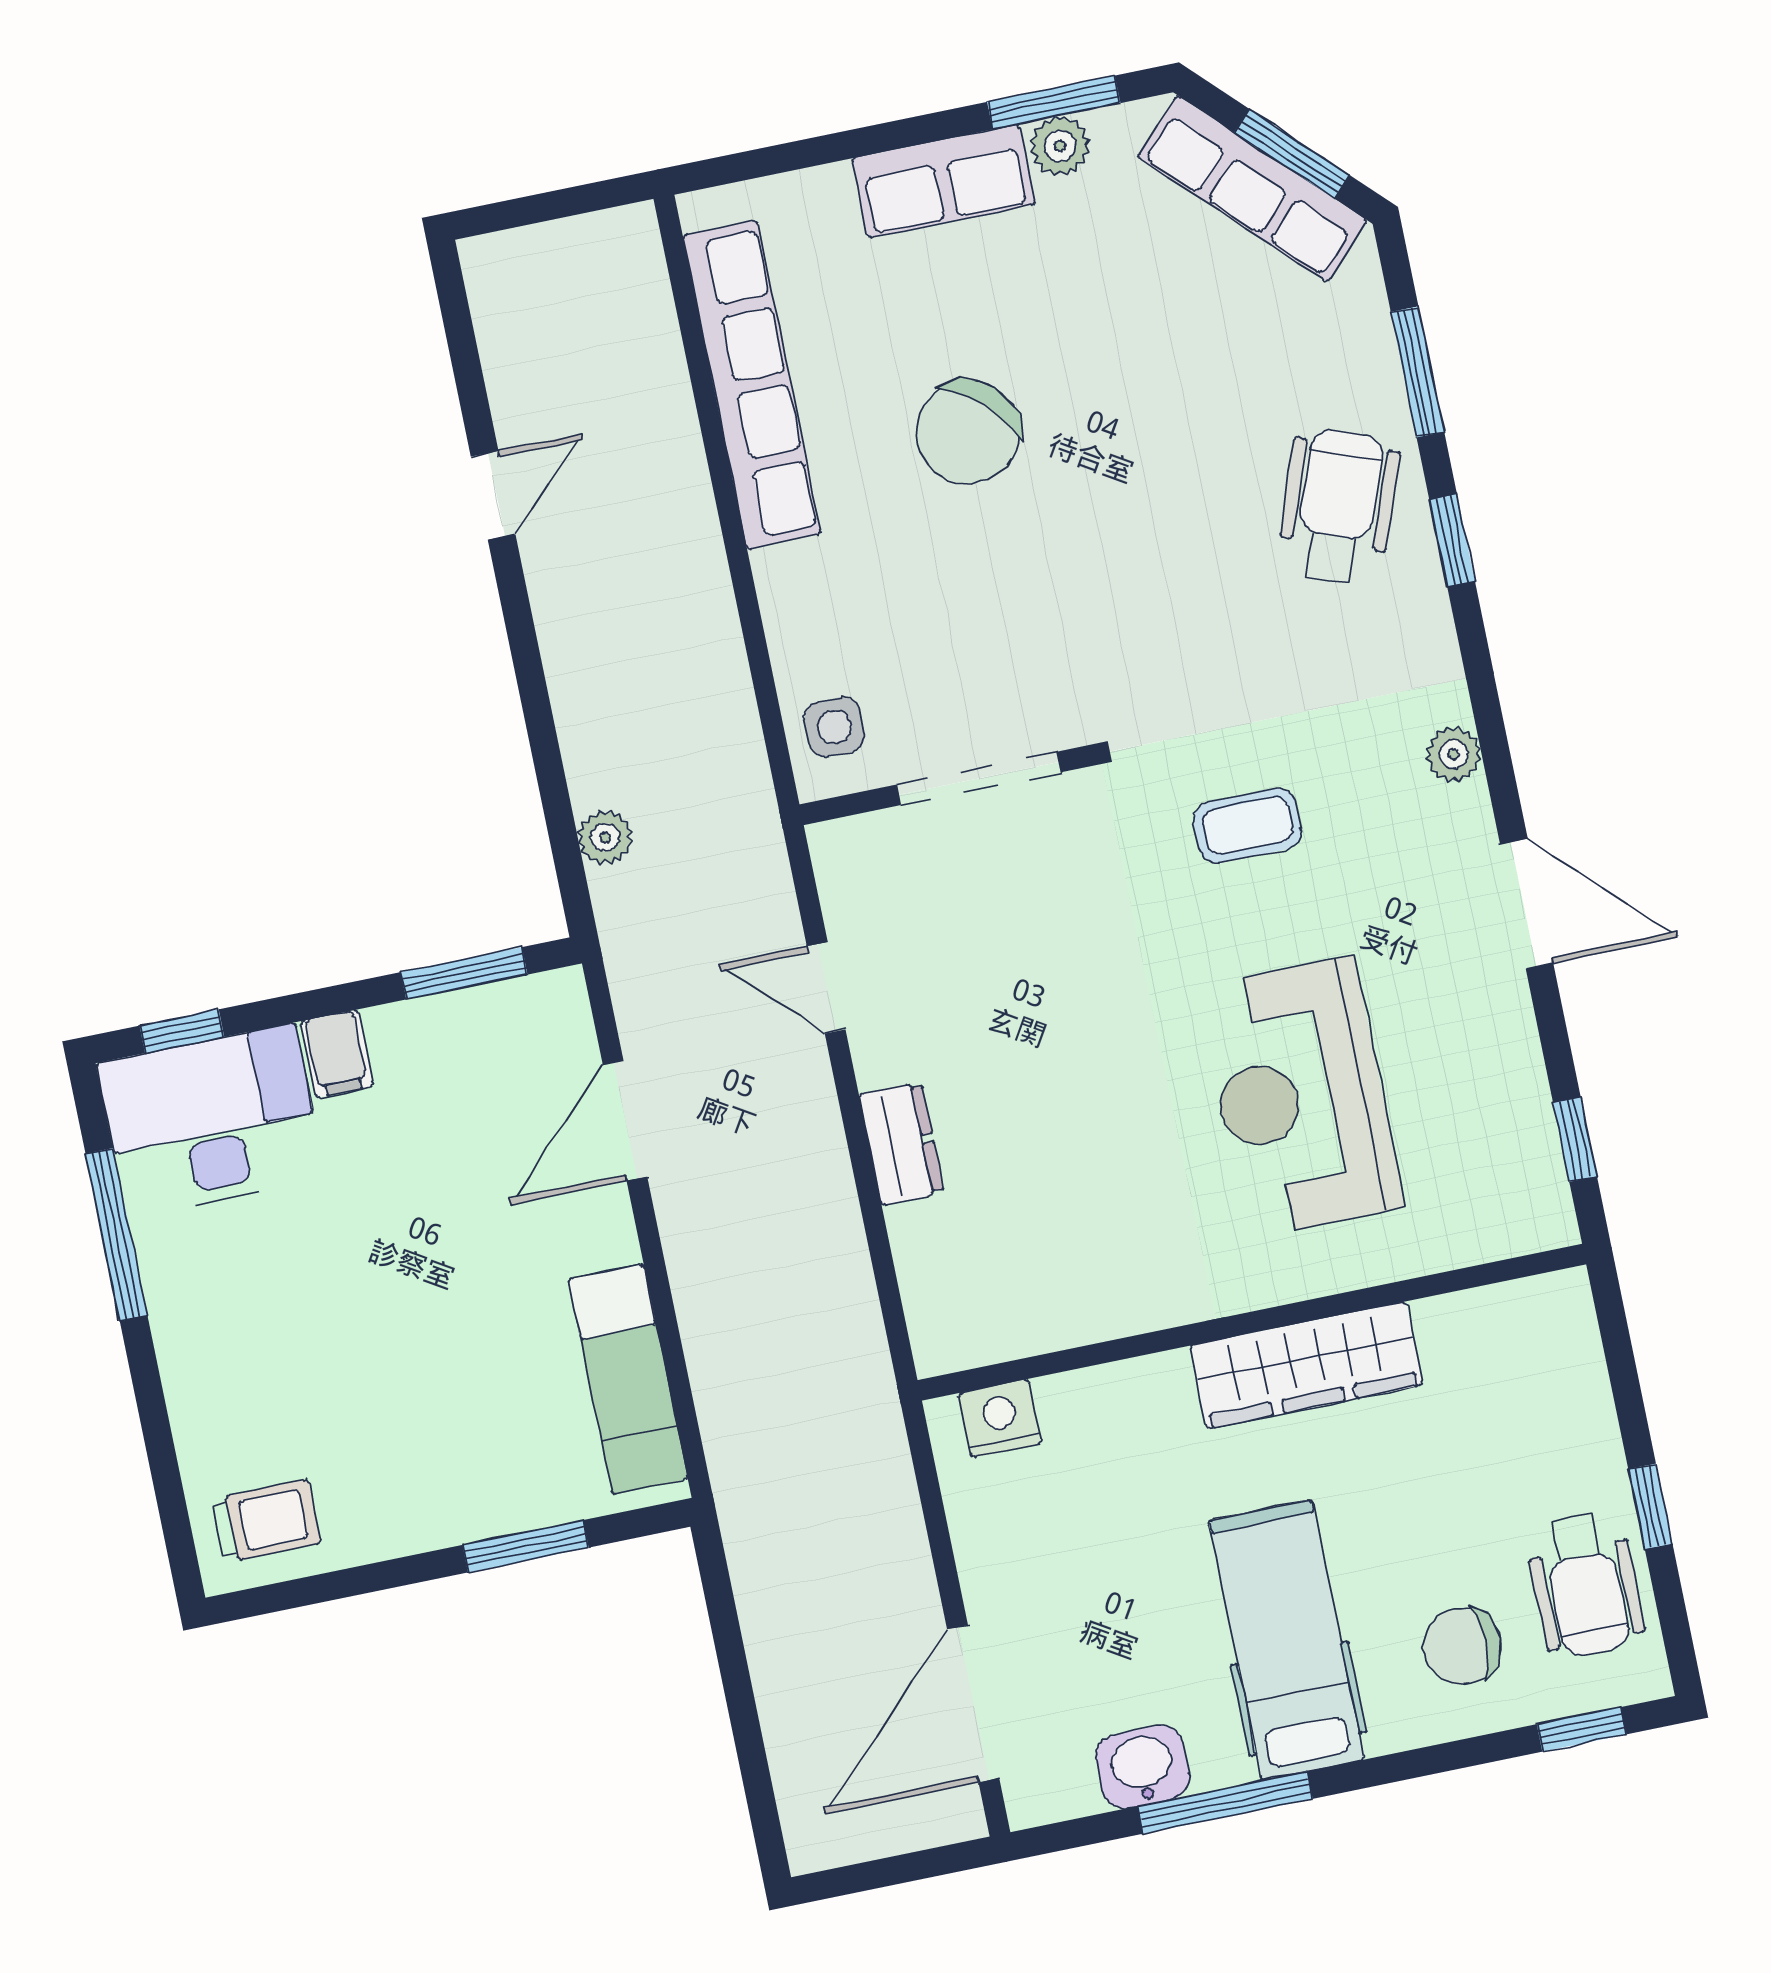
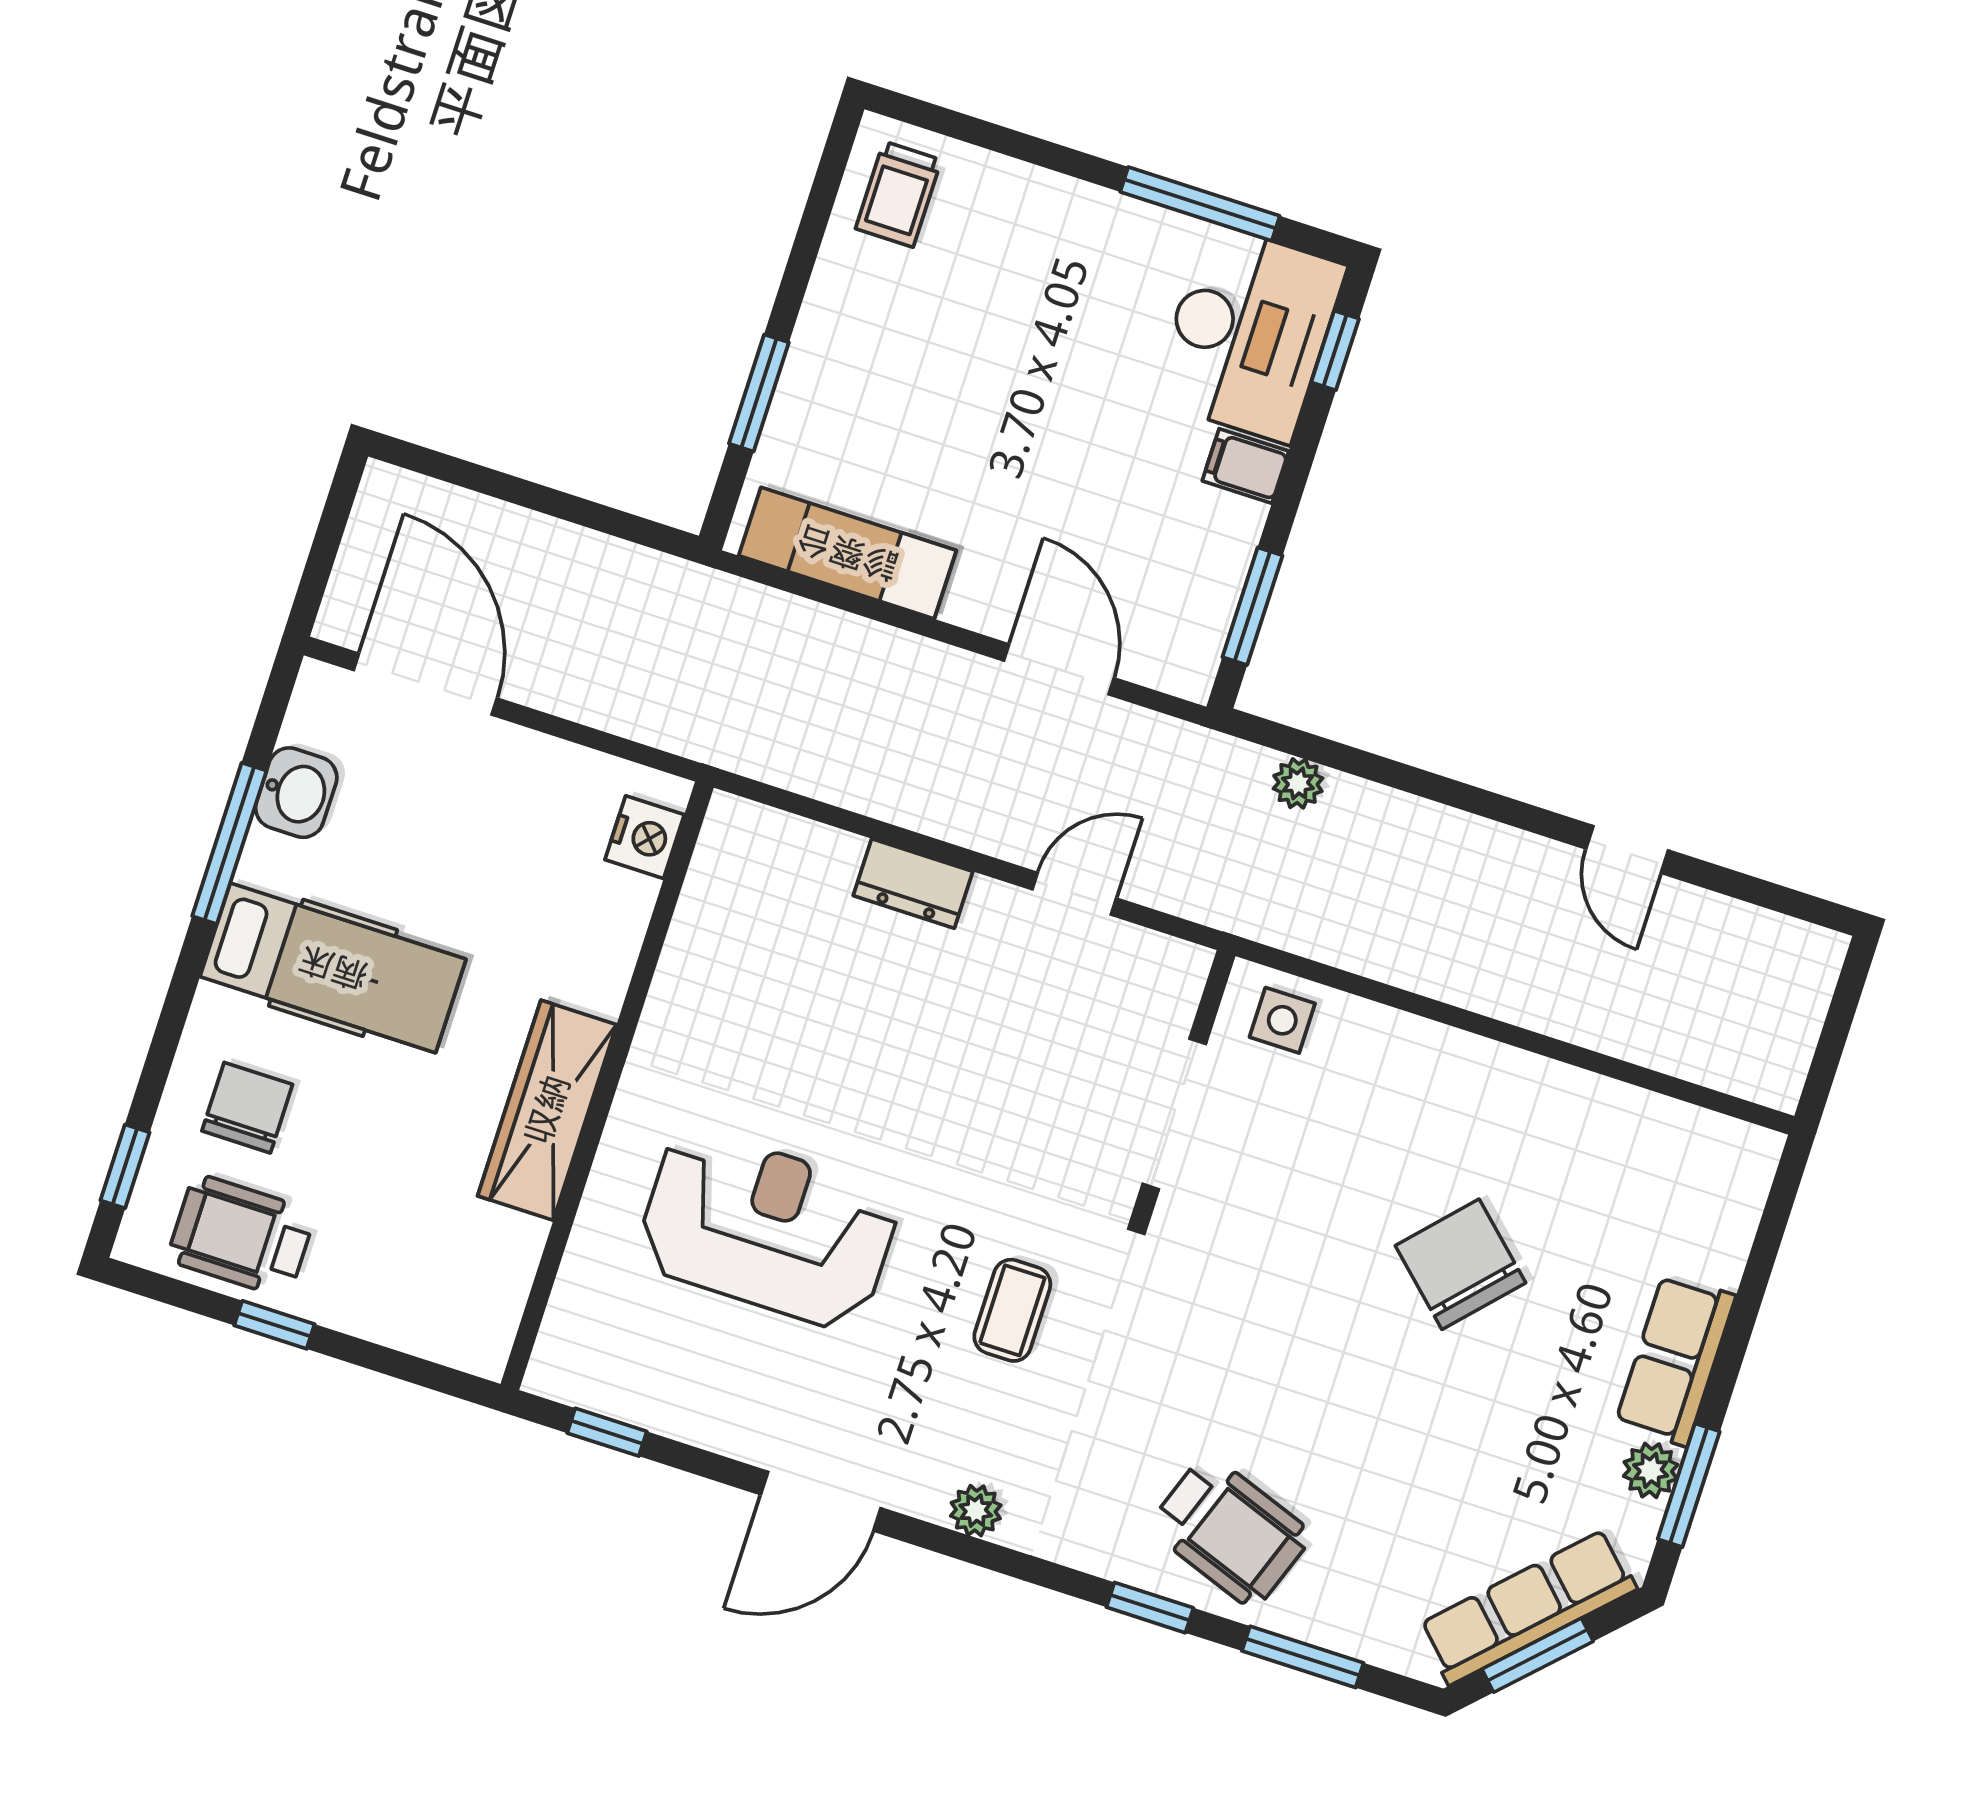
row of seats: (752, 385) -> (1598, 1111), removed

